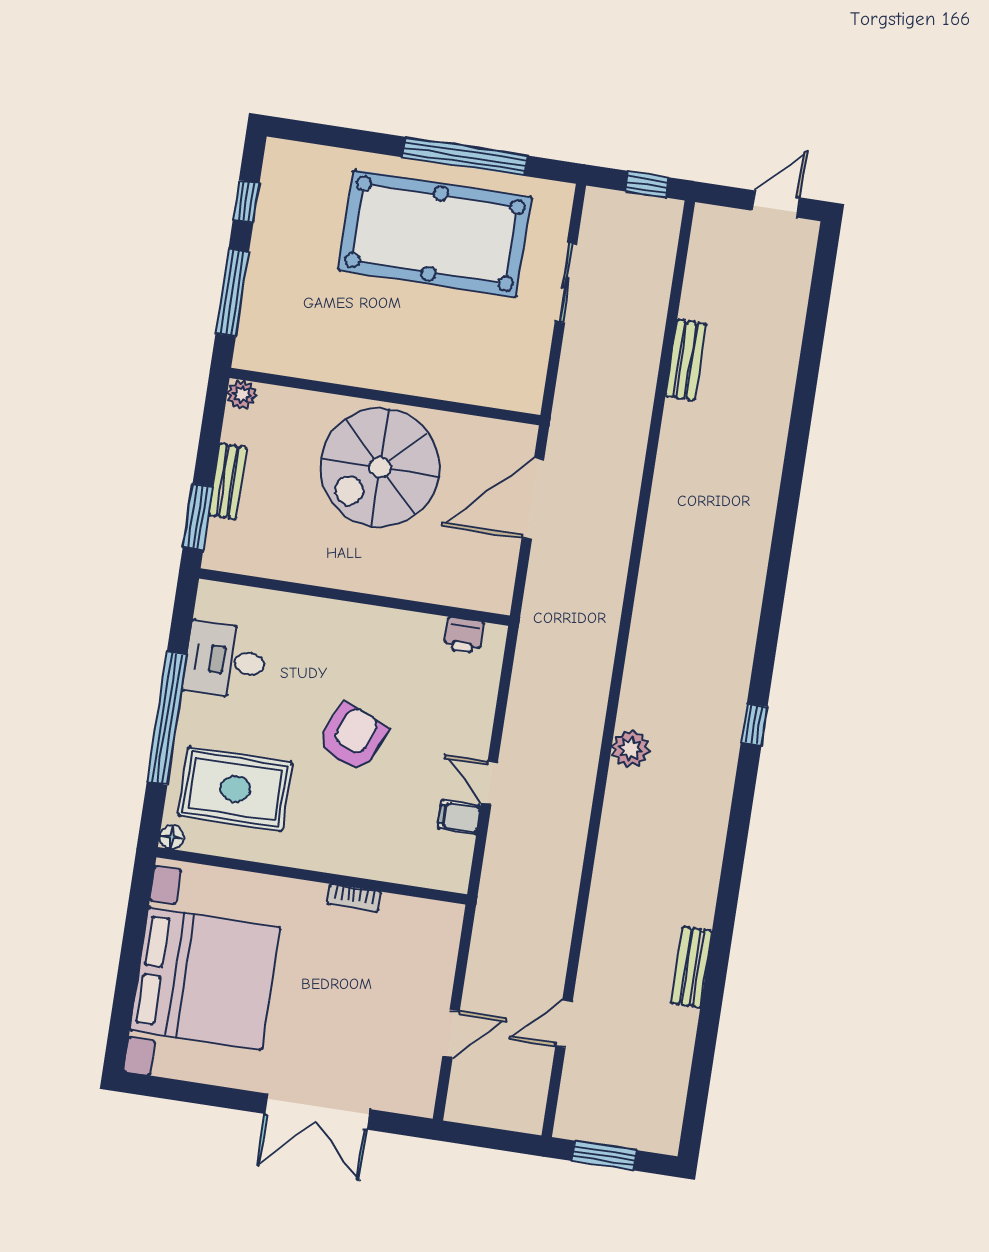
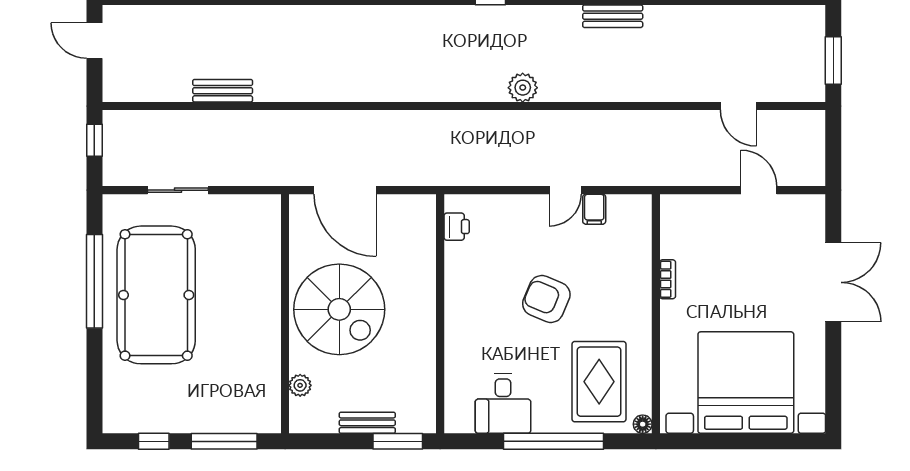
plant: (242, 394) -> (300, 385), moved
bench: (691, 967) -> (613, 16), moved

